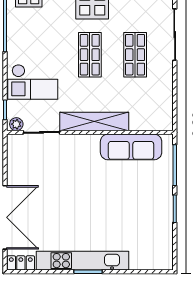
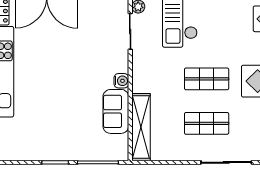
shelving: (94, 121) -> (141, 127), moved
water cooler: (92, 141) -> (121, 81), added
sofa: (131, 147) -> (116, 111), width x0.73

